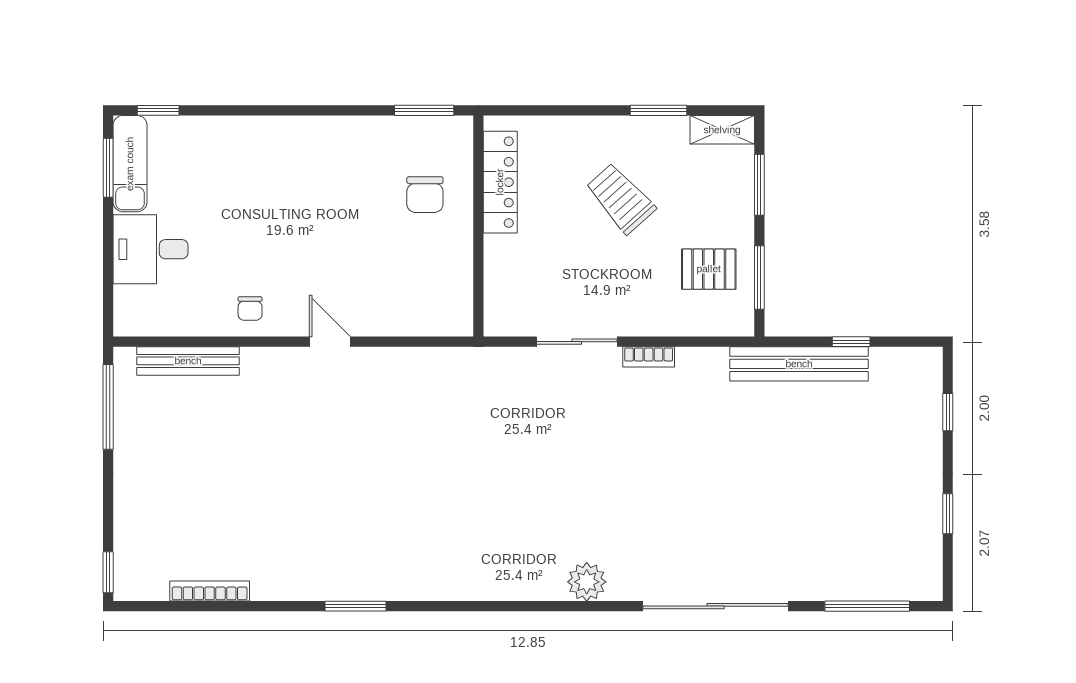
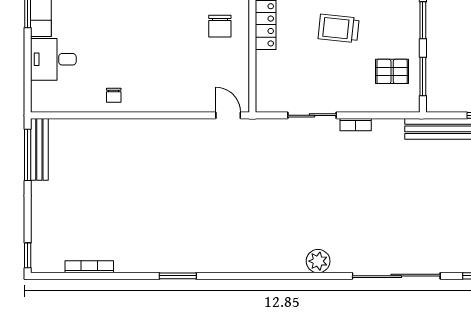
trolley: (621, 198) -> (339, 28), turned -42
door: (330, 342) -> (228, 115), moved
bench: (188, 361) -> (39, 149), moved, turned 90

